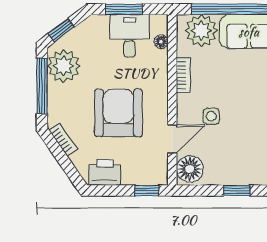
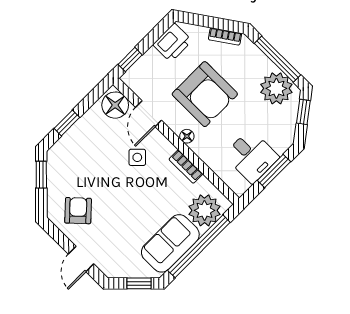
floor lamp: (161, 42) -> (187, 136), moved
side table: (211, 116) -> (137, 157), turned 45

